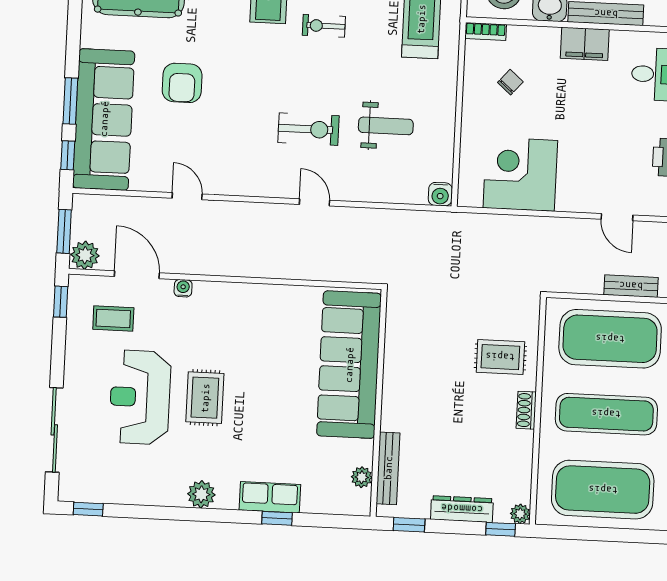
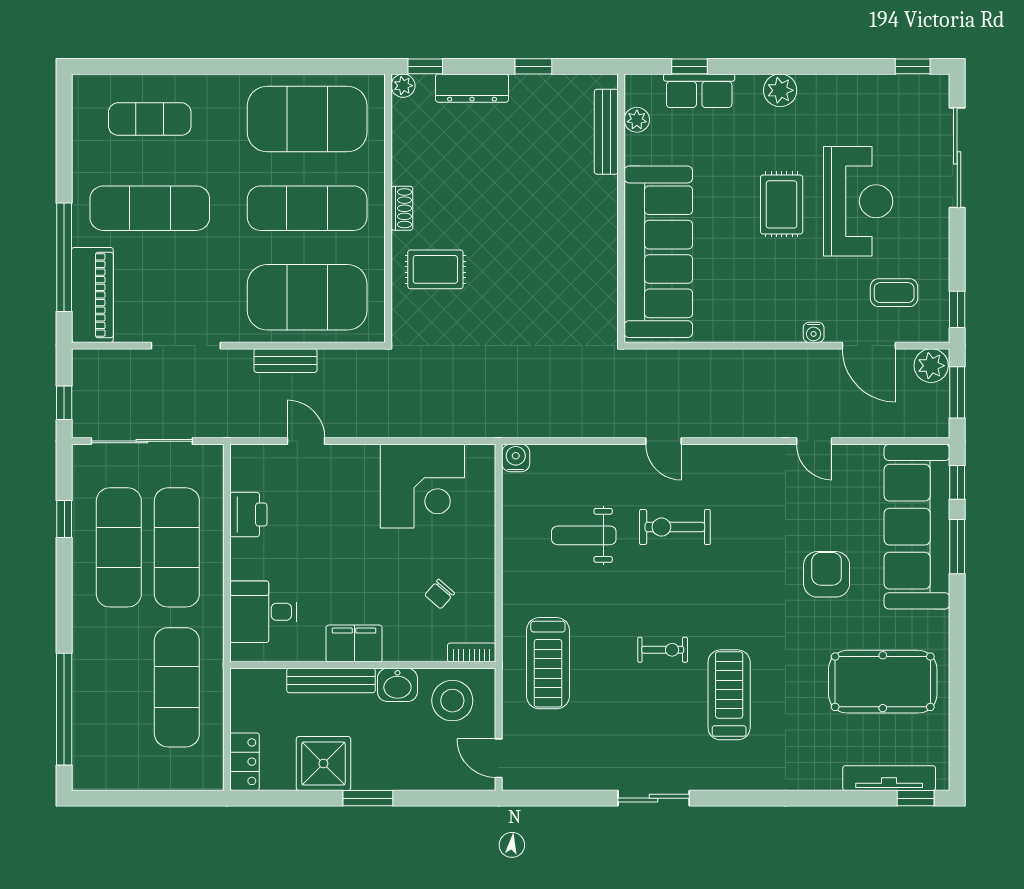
sofa: (349, 365) -> (658, 252), moved
wall: (379, 403) -> (621, 208), moved
bench: (388, 468) -> (606, 132), moved
plant: (362, 477) -> (637, 120), moved

